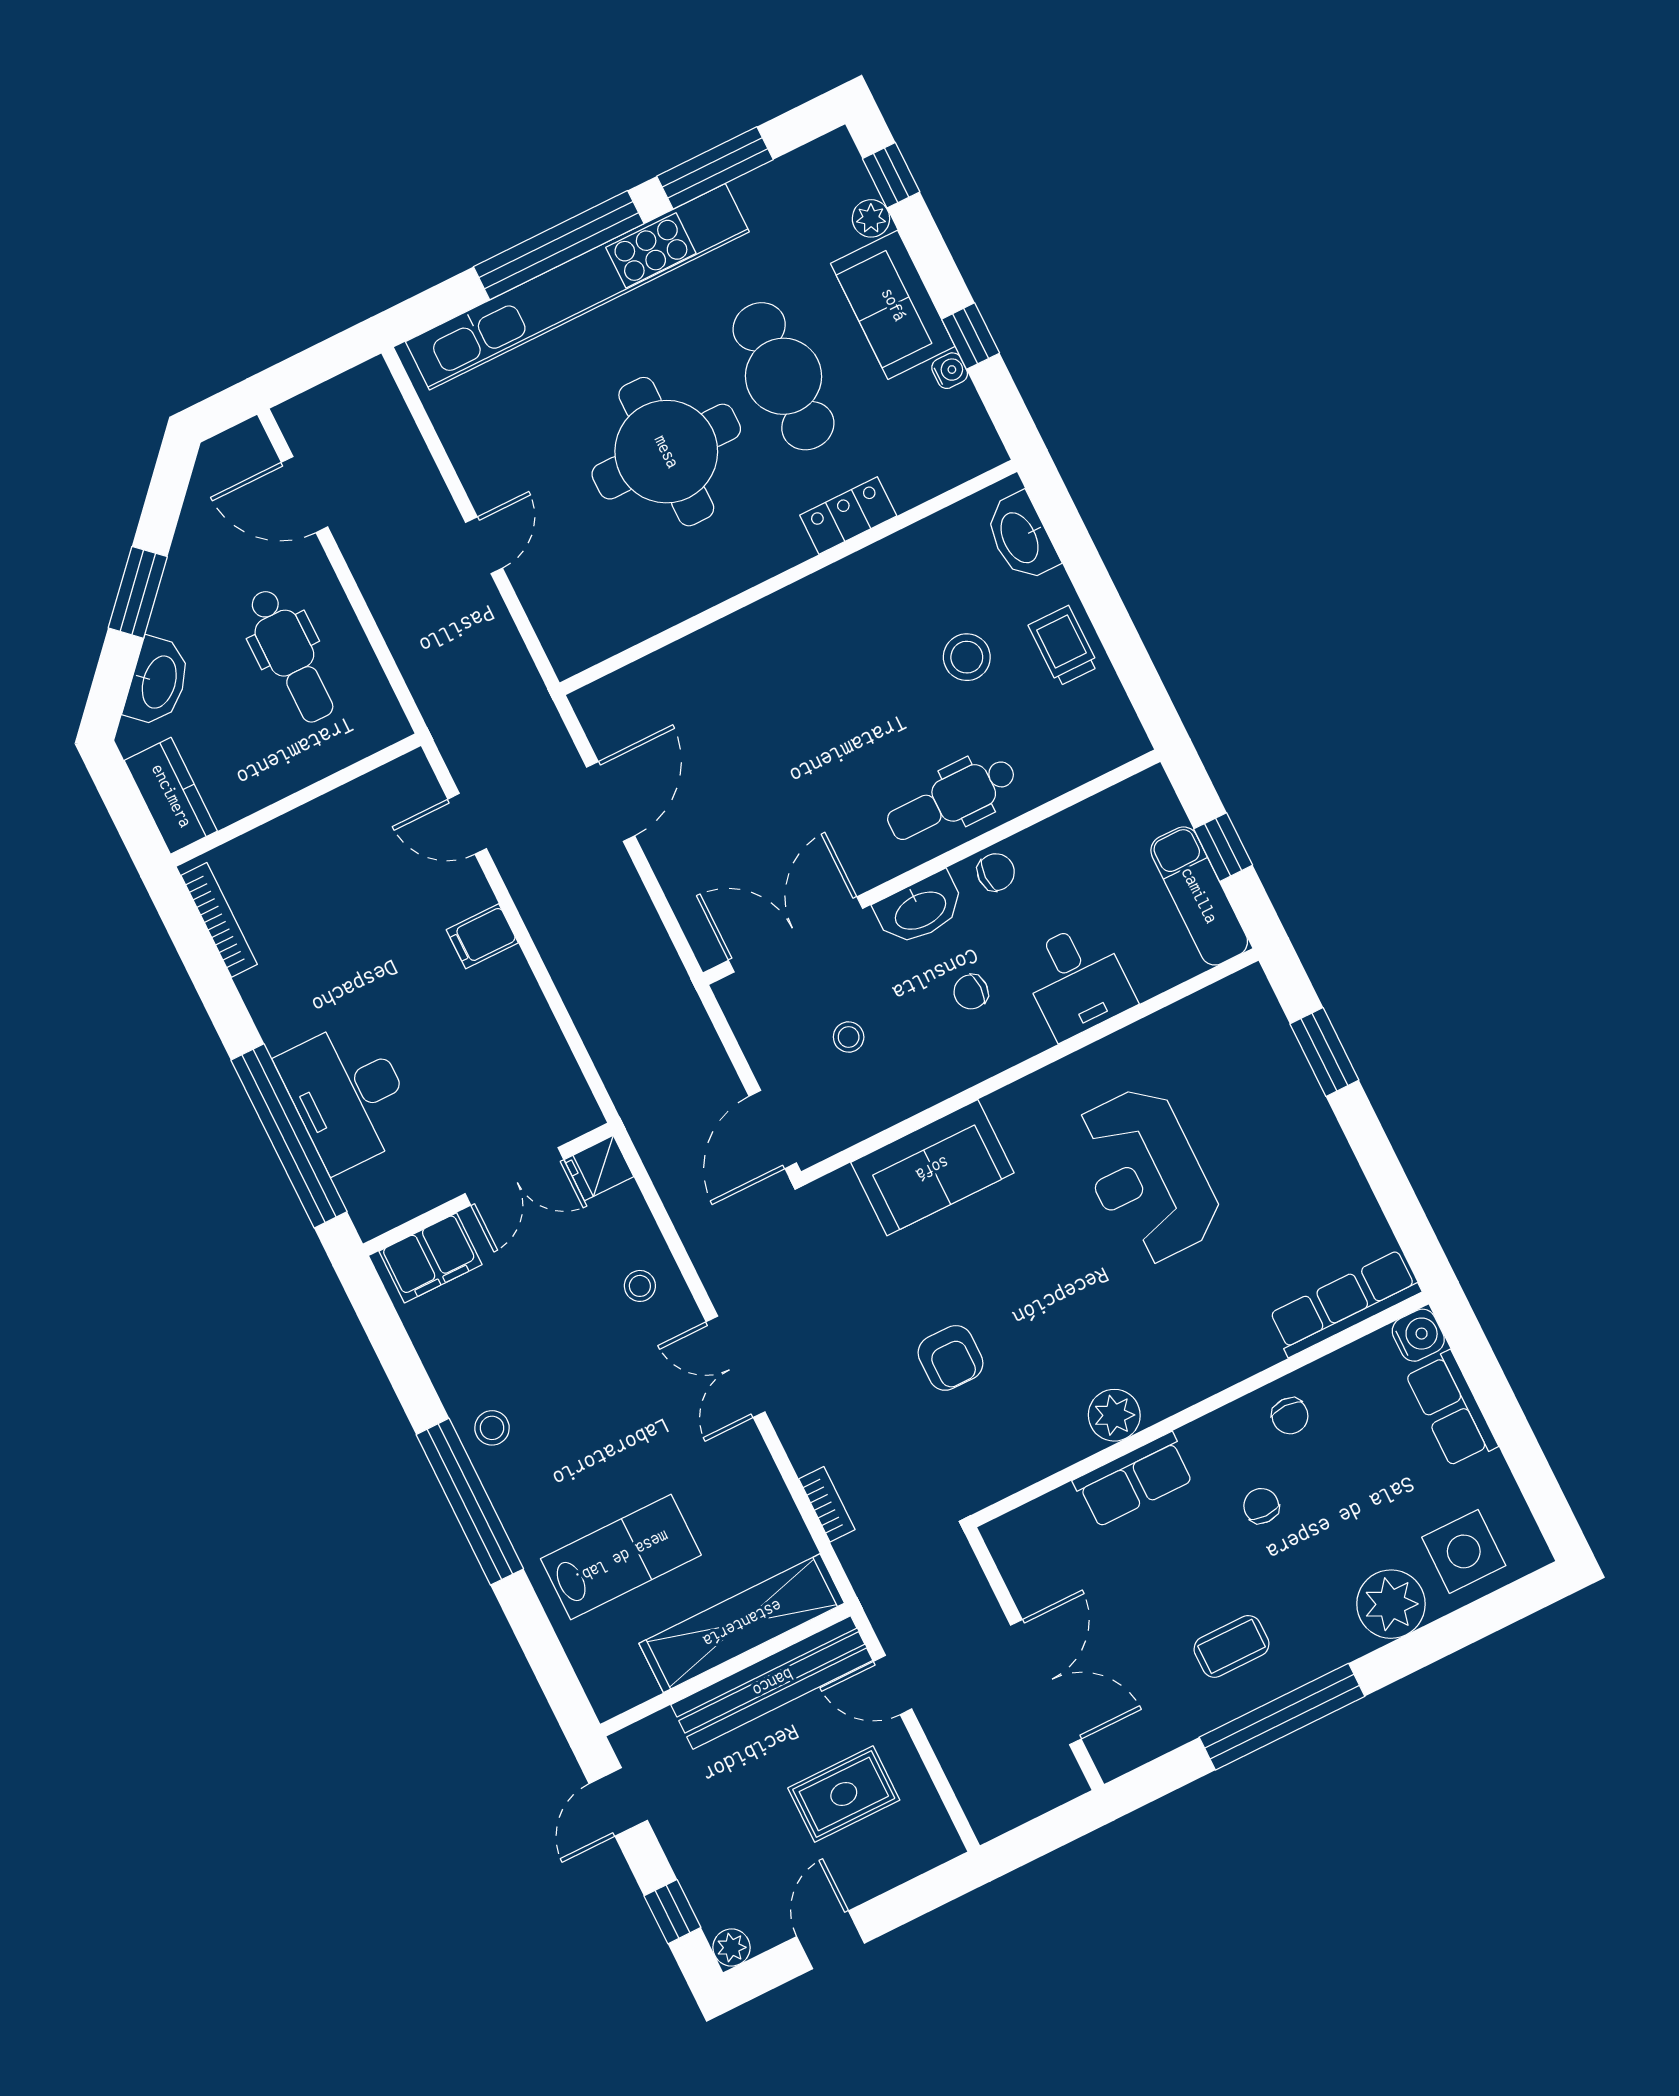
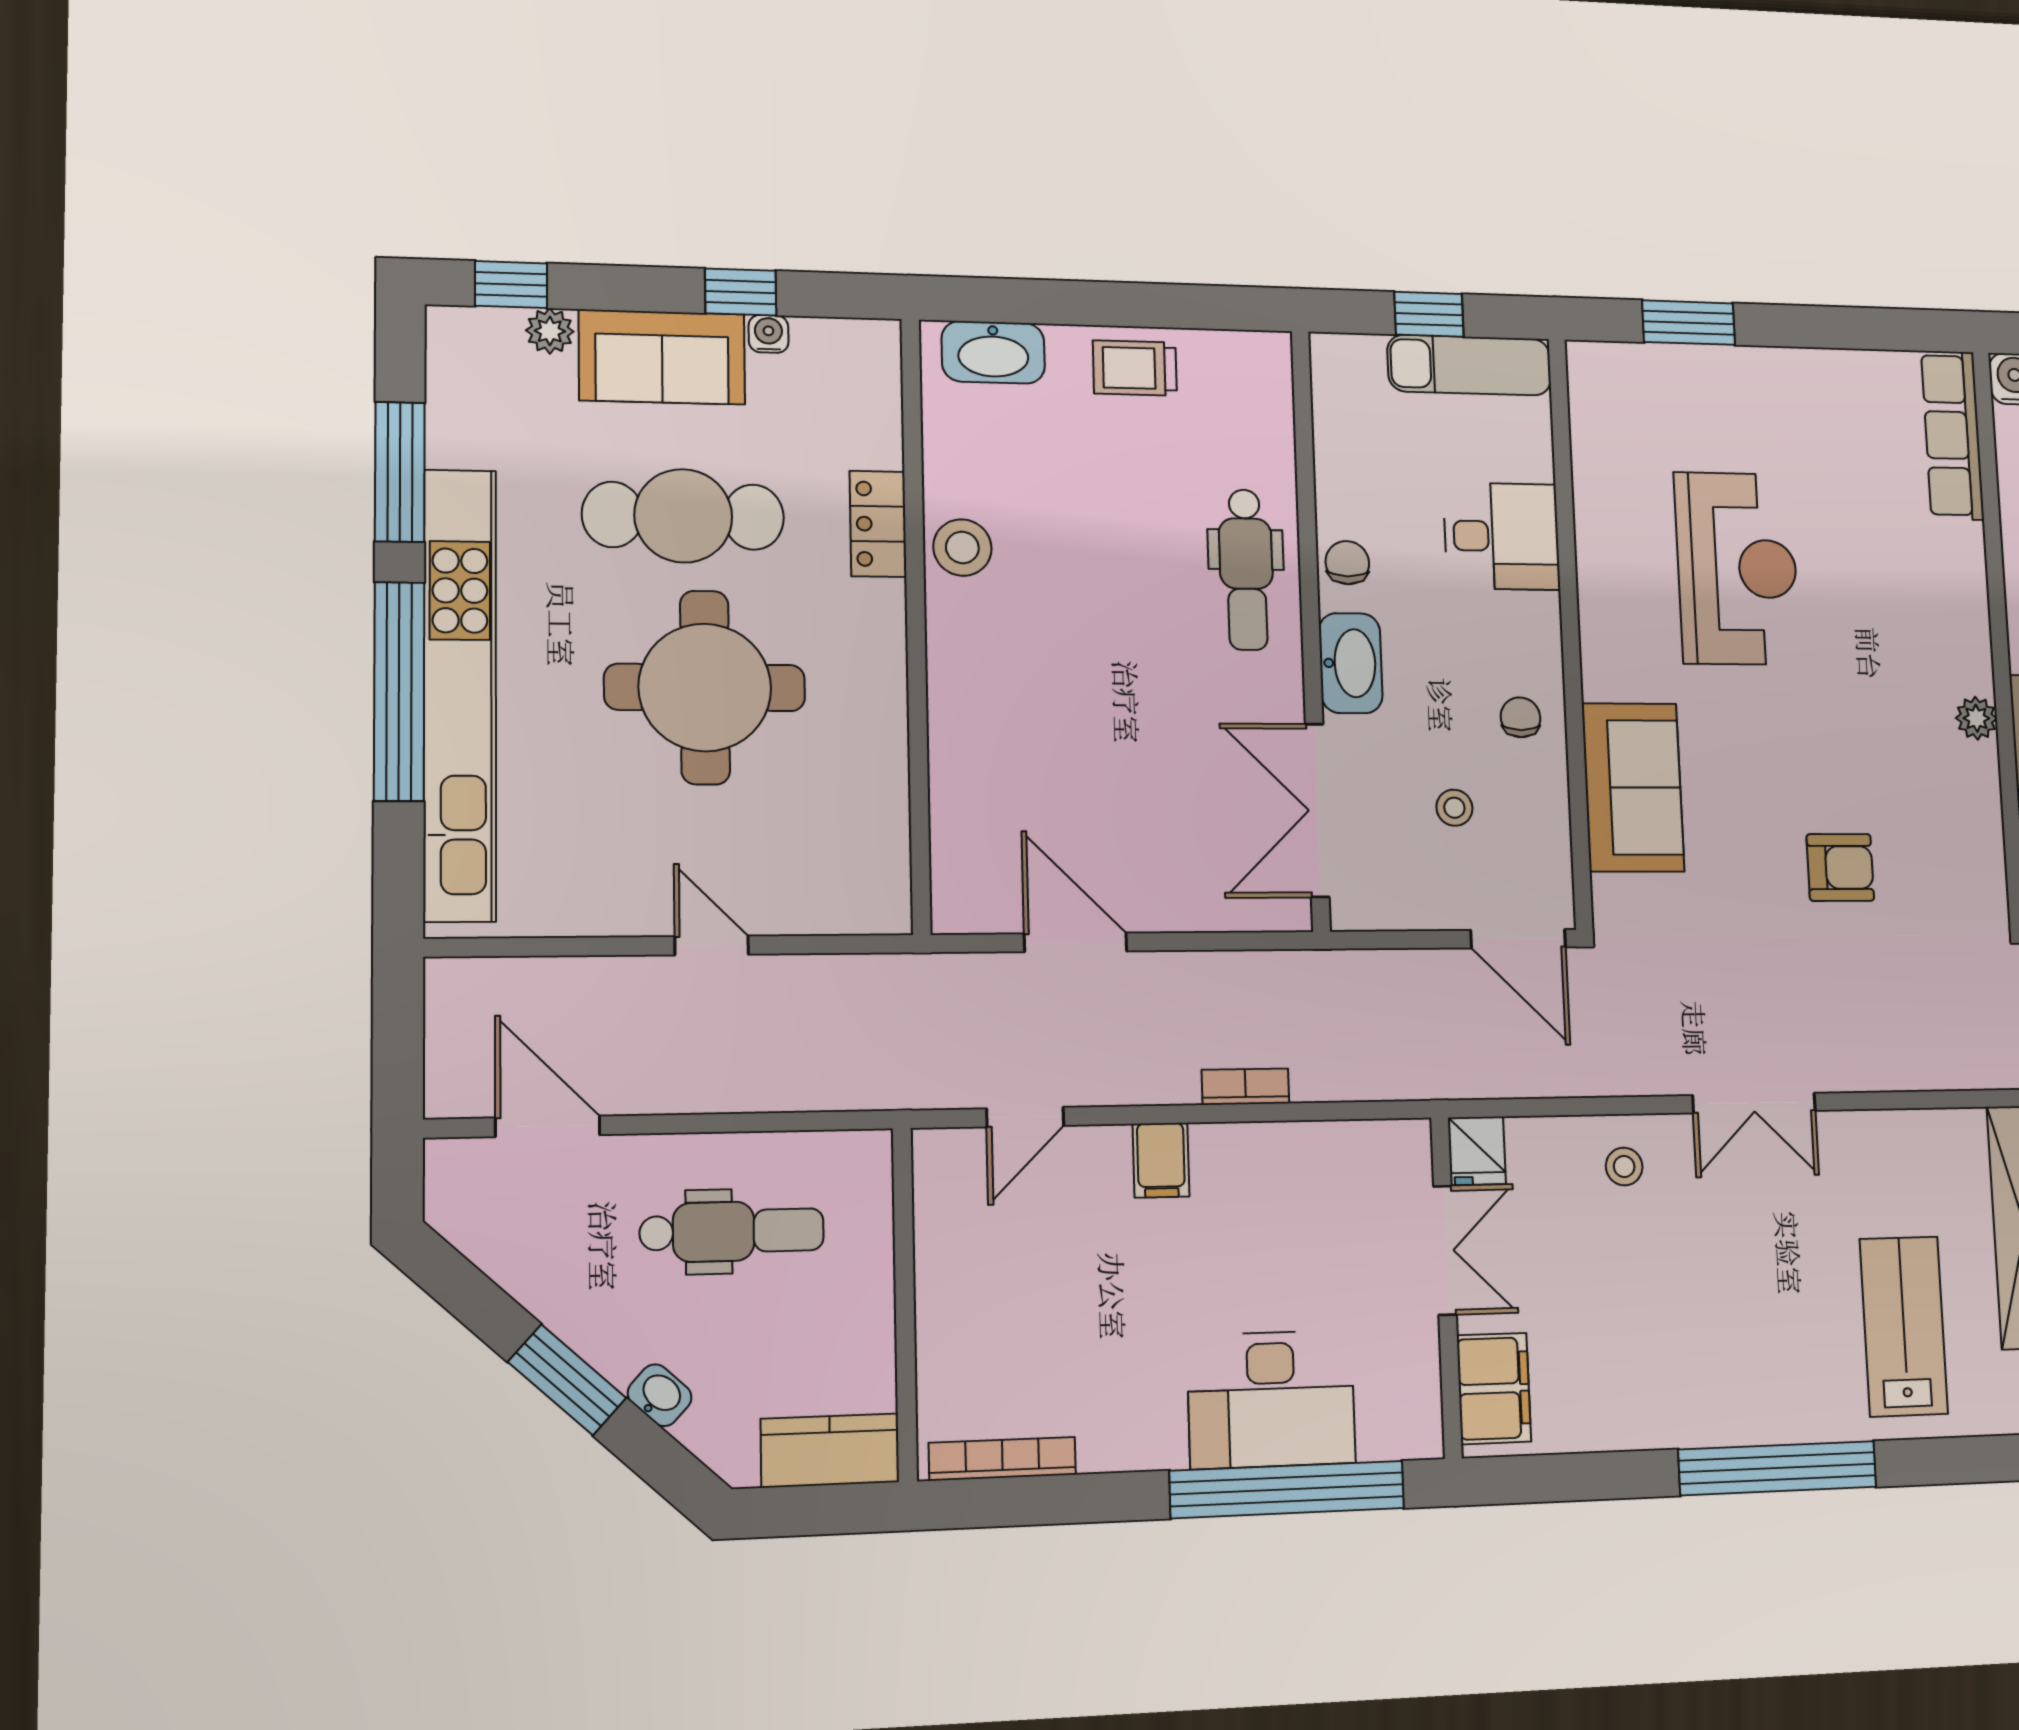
door: (304, 495) -> (548, 1126), swing flipped
stool: (967, 657) -> (962, 548), moved
washbasin: (158, 682) -> (660, 1395), width x0.52, depth x0.69
chair: (971, 992) -> (1520, 717), moved, turned 180
reception desk: (1146, 1175) -> (1737, 569), turned -90
plant: (1114, 1415) -> (1976, 718), width x0.73, depth x0.73
stool: (492, 1428) -> (1708, 1405), removed
bookcase: (827, 1504) -> (1245, 1087), moved

